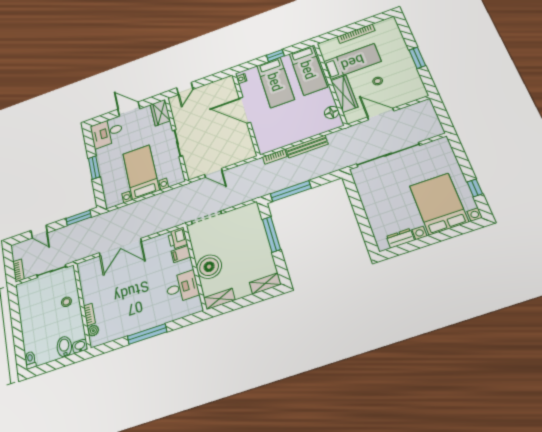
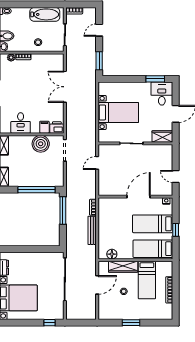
door: (185, 89) -> (176, 177), moved
window: (94, 168) -> (155, 79), moved
window: (475, 188) -> (49, 323), moved
window: (271, 234) -> (36, 190), width x1.46
boiler: (209, 267) -> (41, 144), moved
bathtub: (28, 306) -> (45, 14), added

